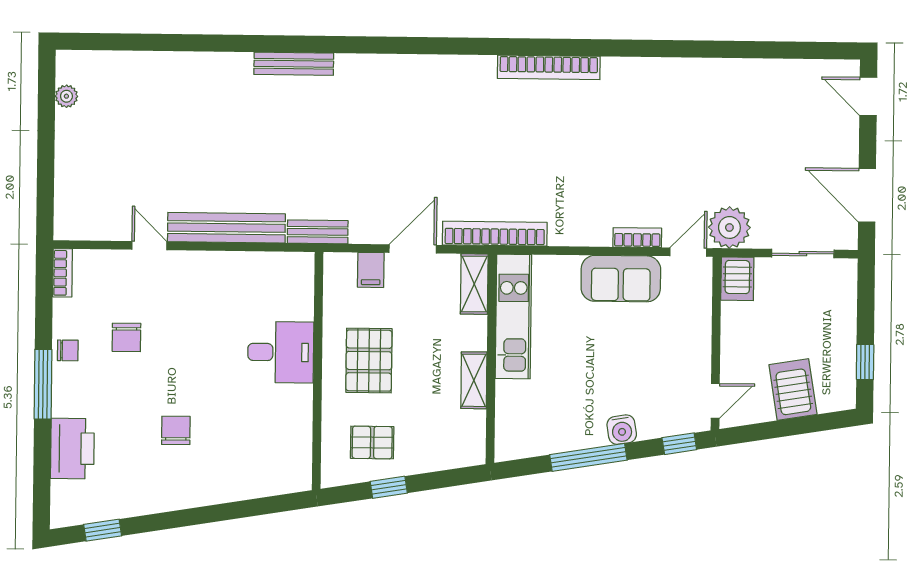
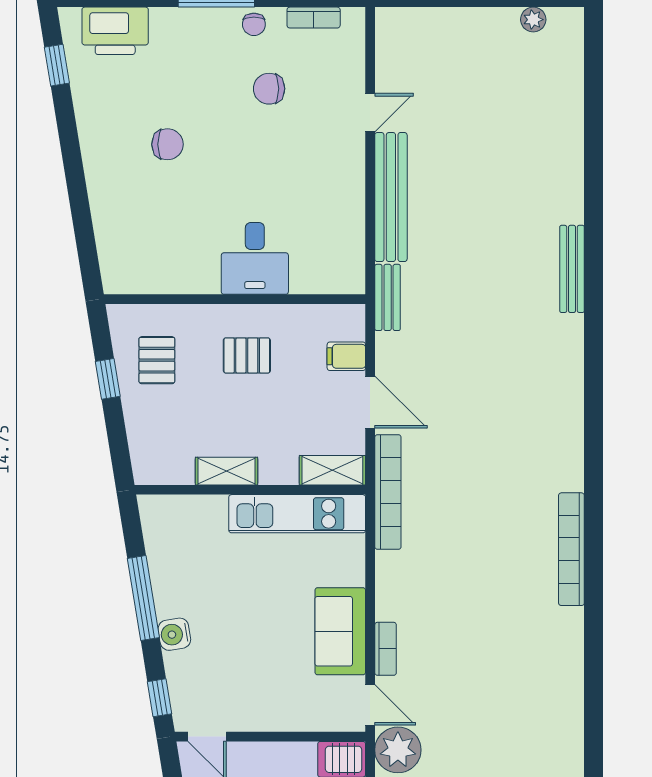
bookcase: (62, 273) -> (314, 18), moved
pallet: (369, 361) -> (247, 355), width x0.67, depth x0.71
printer: (72, 449) -> (115, 31), moved

